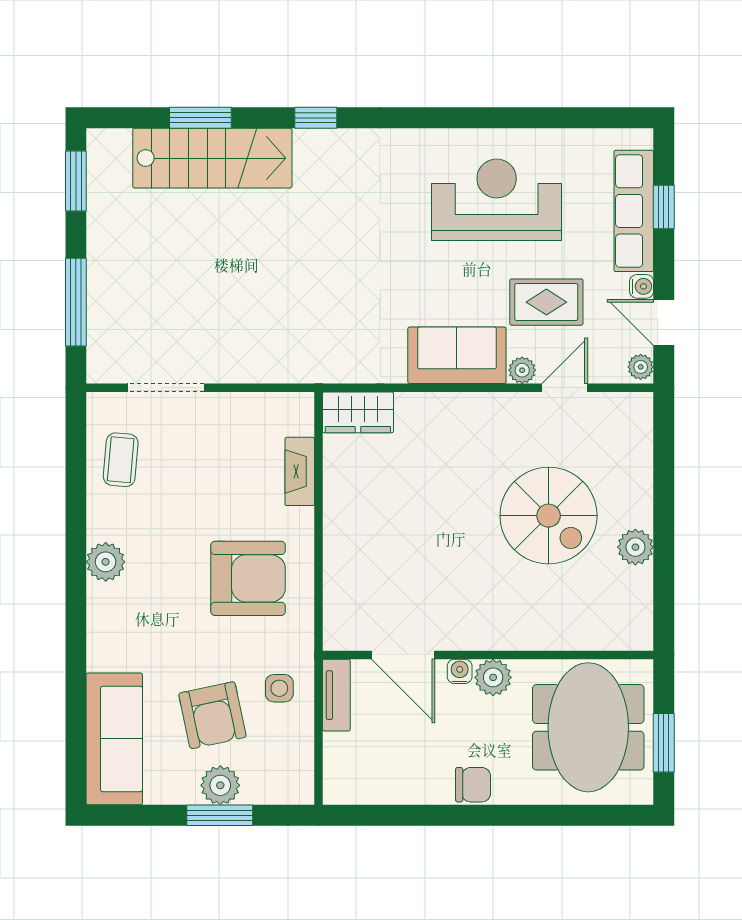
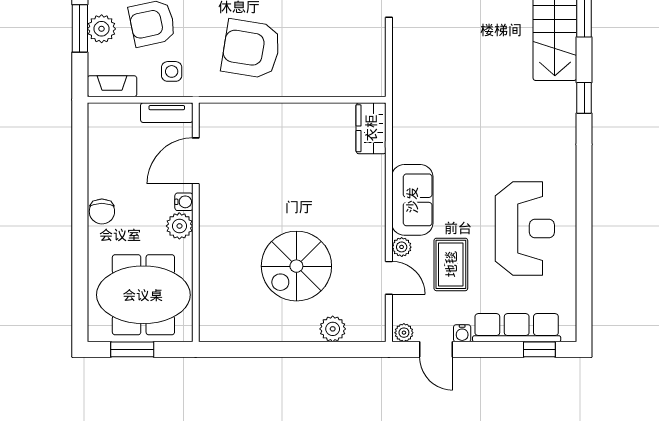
window: (664, 207) -> (539, 349), moved
door: (664, 322) -> (436, 349), swing flipped
fireplace: (300, 471) -> (112, 86), moved
plant: (635, 547) -> (333, 329), moved
armchair: (248, 578) -> (251, 49), turned 99

